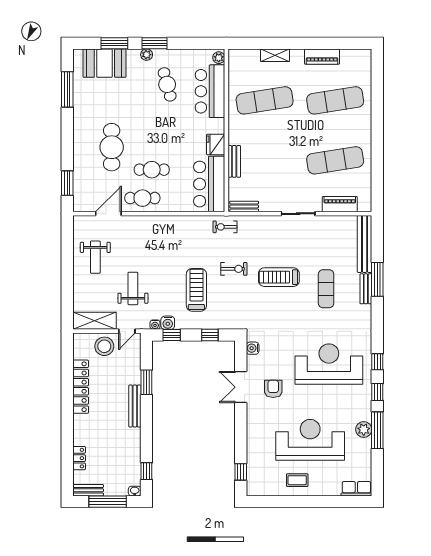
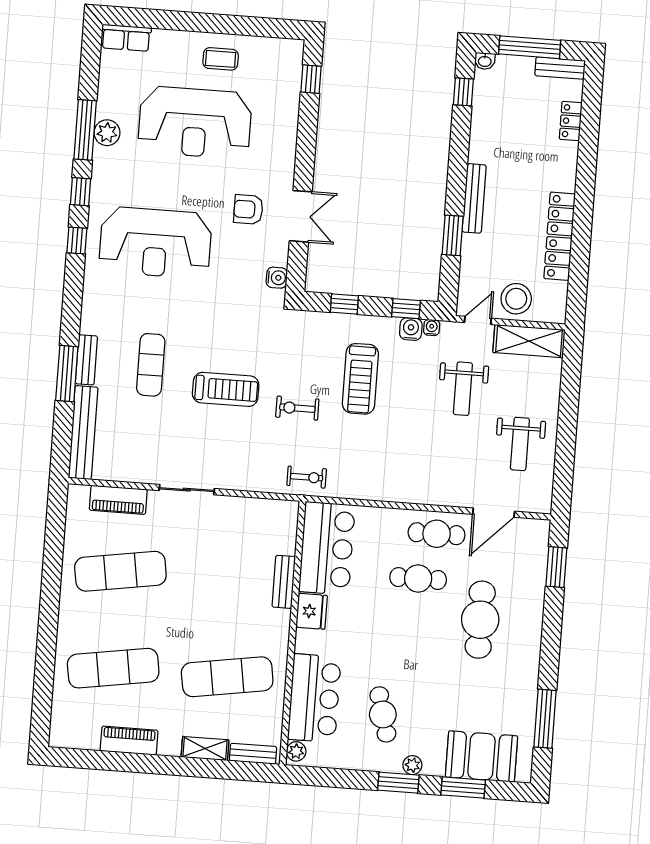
bench: (244, 206) -> (253, 754), moved
weight bench: (95, 257) -> (520, 444), turned 180
armchair: (273, 389) -> (248, 209), turned 90

